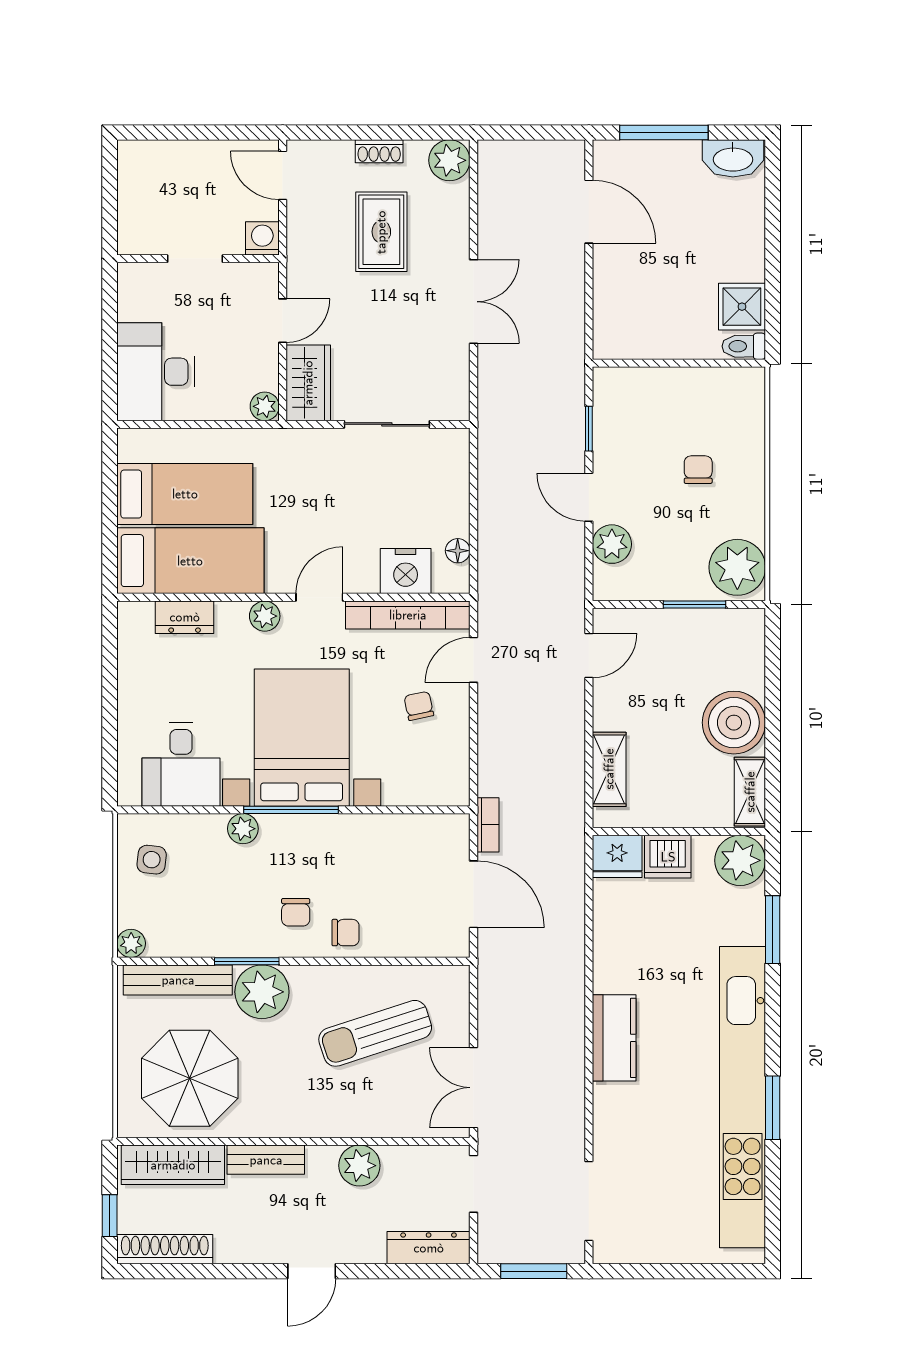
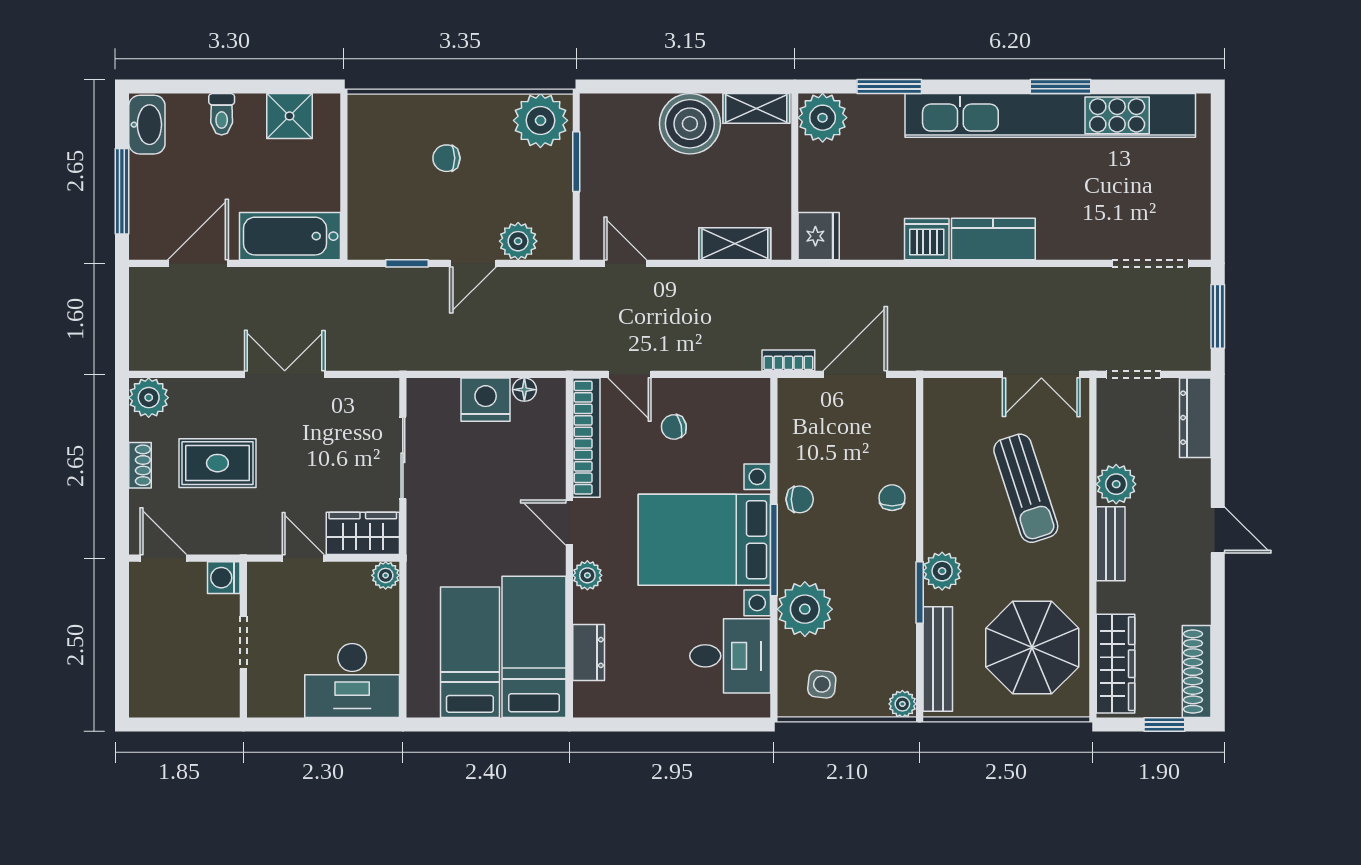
door: (283, 175) -> (163, 558), swing flipped
bathtub: (617, 307) -> (290, 236), added
toilet: (744, 346) -> (222, 114), moved
nightstand: (406, 571) -> (486, 400), moved, turned -90
plant: (243, 829) -> (805, 609), width x1.87, depth x1.87
dishwasher: (668, 857) -> (927, 239), moved, turned -90
chair: (296, 912) -> (800, 499), moved
plant: (262, 992) -> (942, 571), width x0.73, depth x0.73
sun lounger: (375, 1033) -> (1026, 488), moved
bench: (266, 1160) -> (1111, 544), moved

